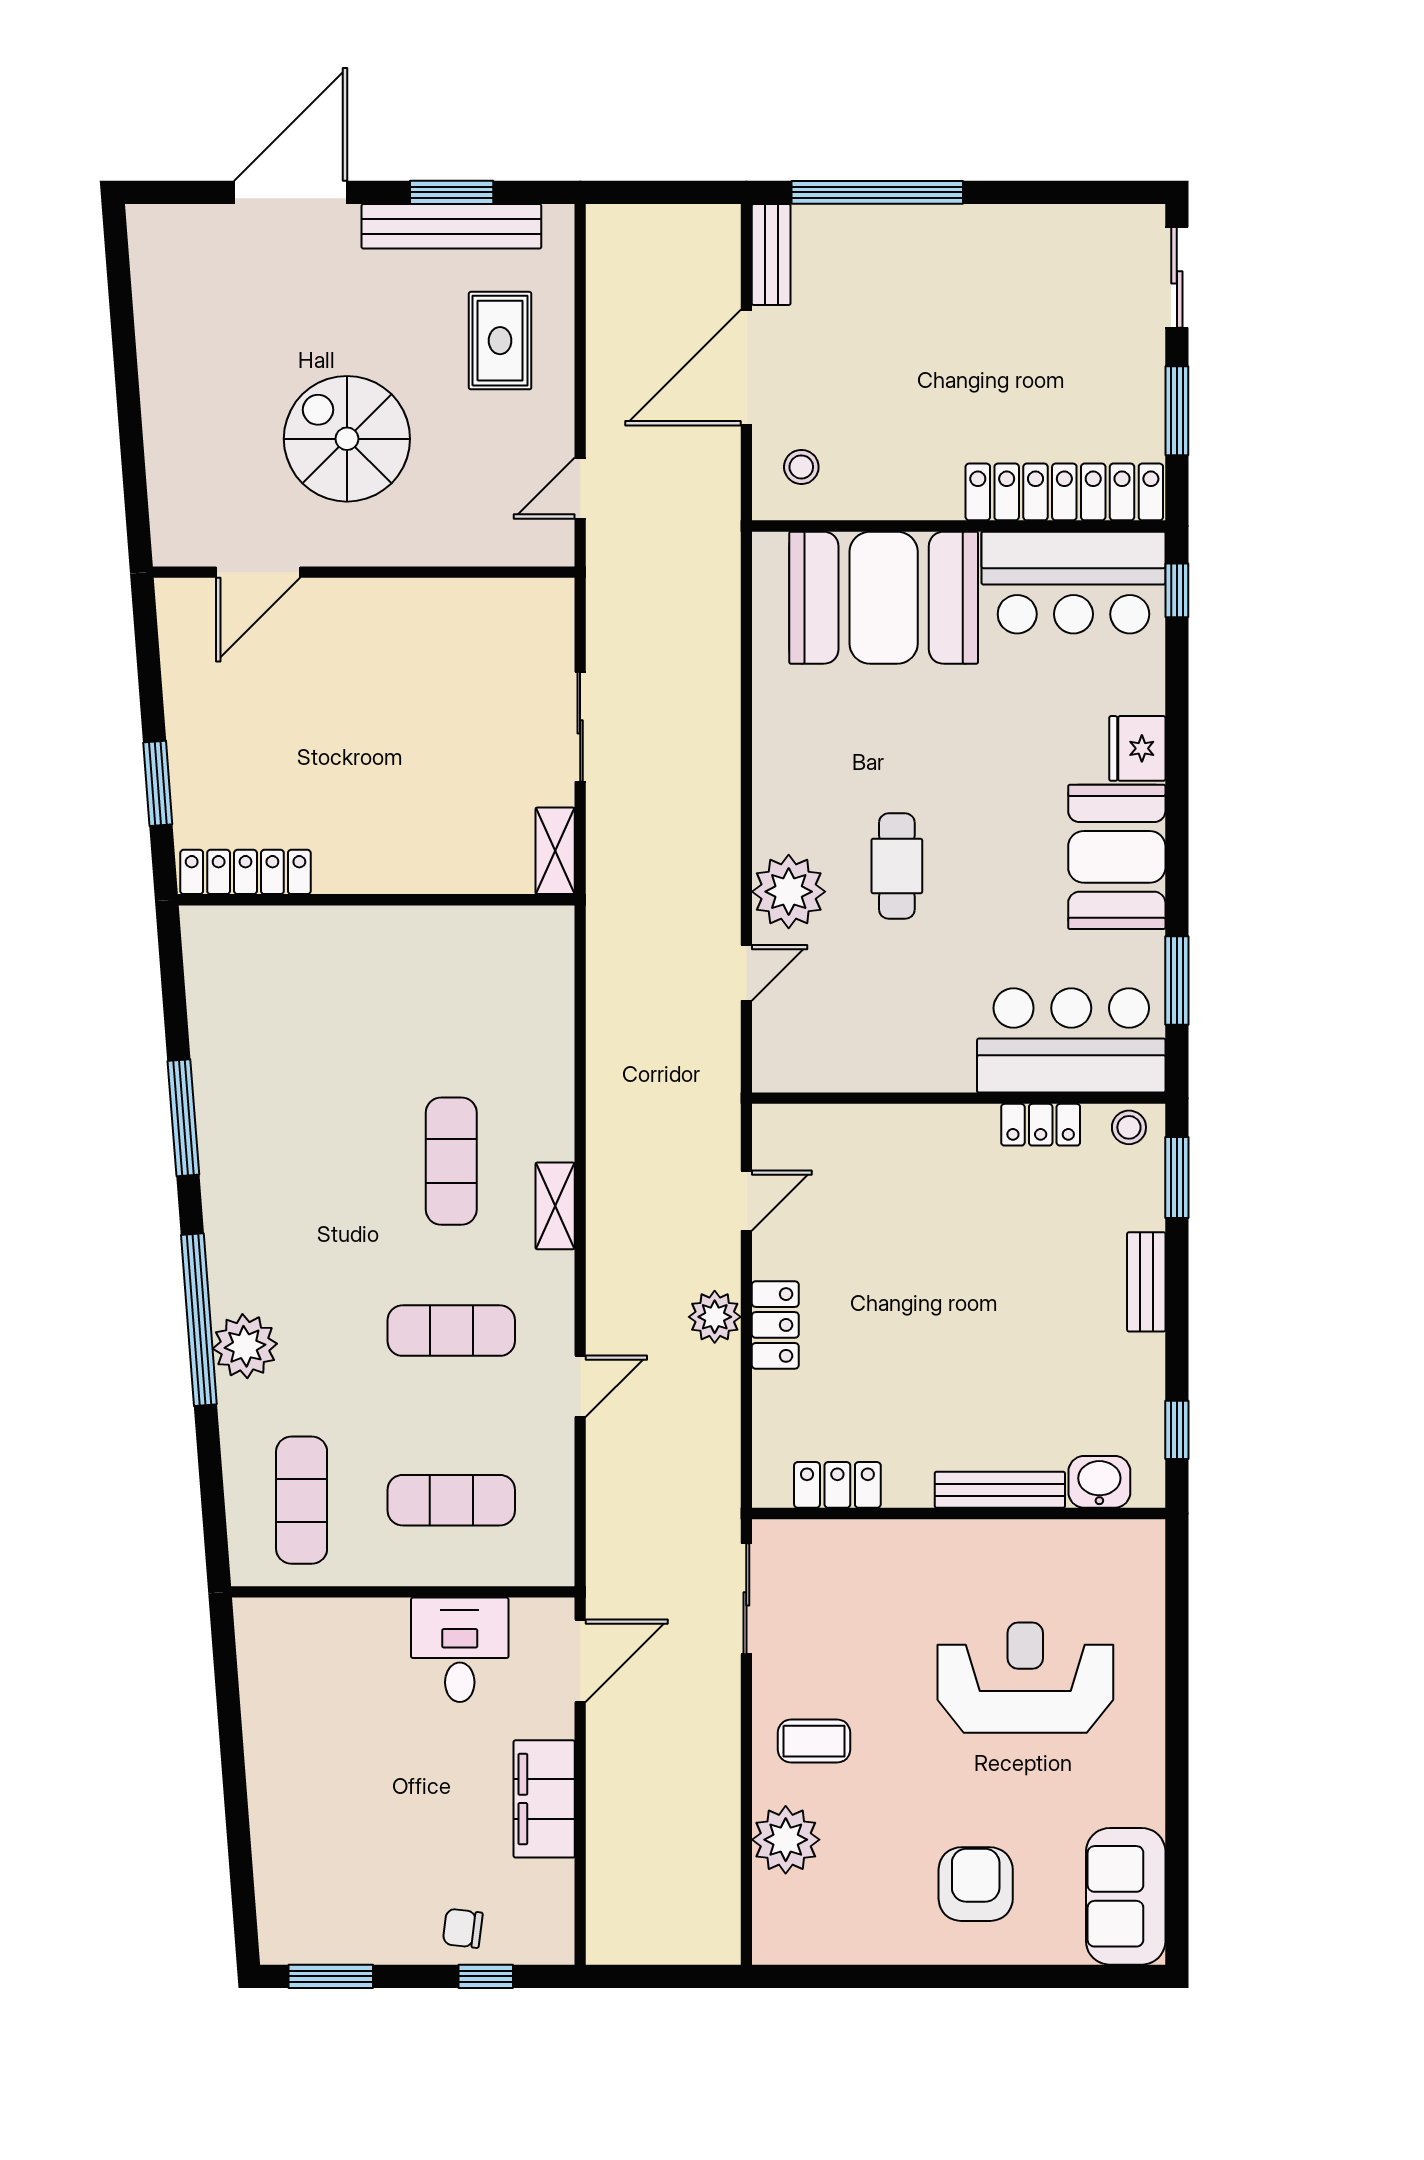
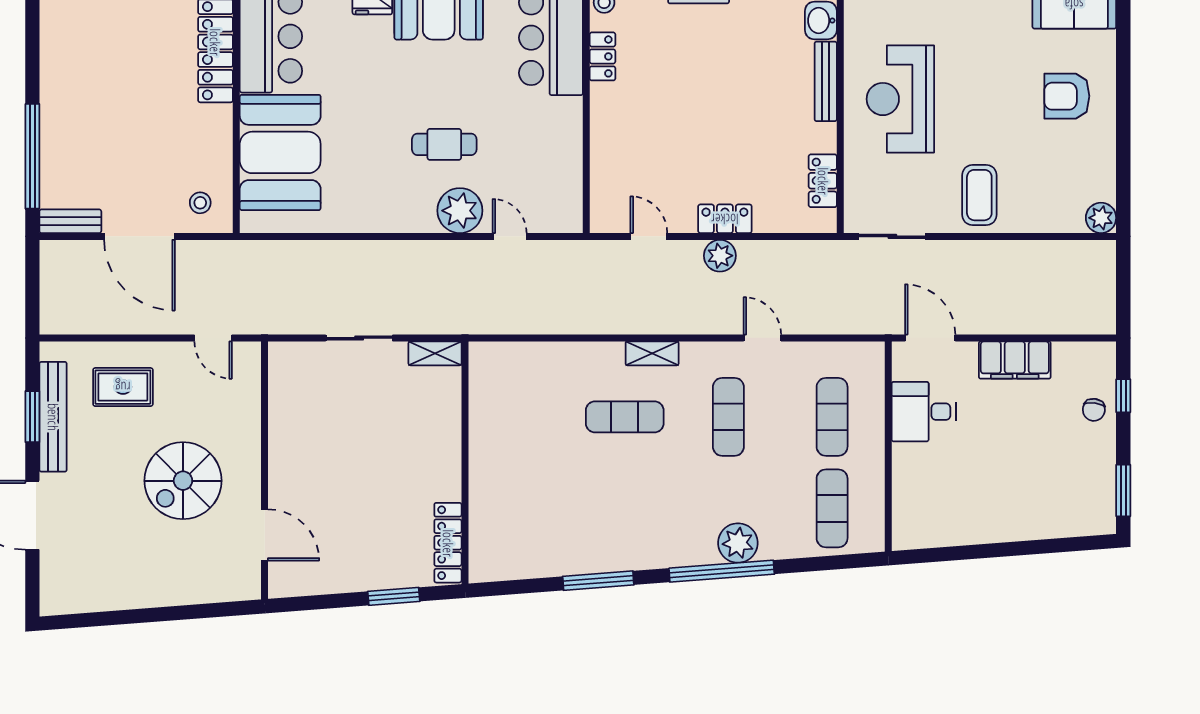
exercise mat: (302, 1500) -> (832, 508), turned 90
reception desk: (1025, 1678) -> (900, 99), moved
coffee table: (814, 1741) -> (979, 195), width x1.36, depth x1.30
plant: (786, 1840) -> (1101, 218), moved, width x0.73, depth x0.73

